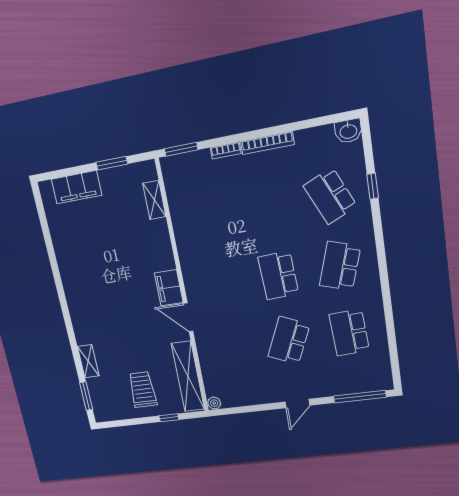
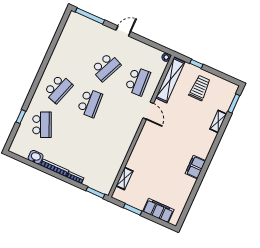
washbasin: (348, 131) -> (36, 157), moved
filing cabinet: (169, 288) -> (195, 167), moved, turned 180
school desk: (349, 332) -> (138, 81), moved
trolley: (143, 390) -> (200, 88), turned 180

